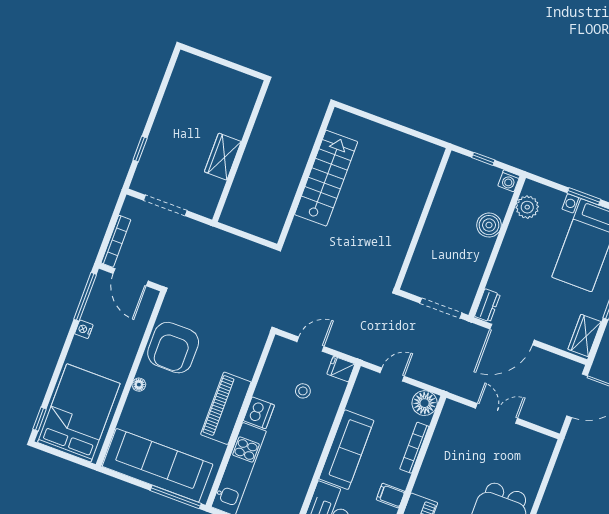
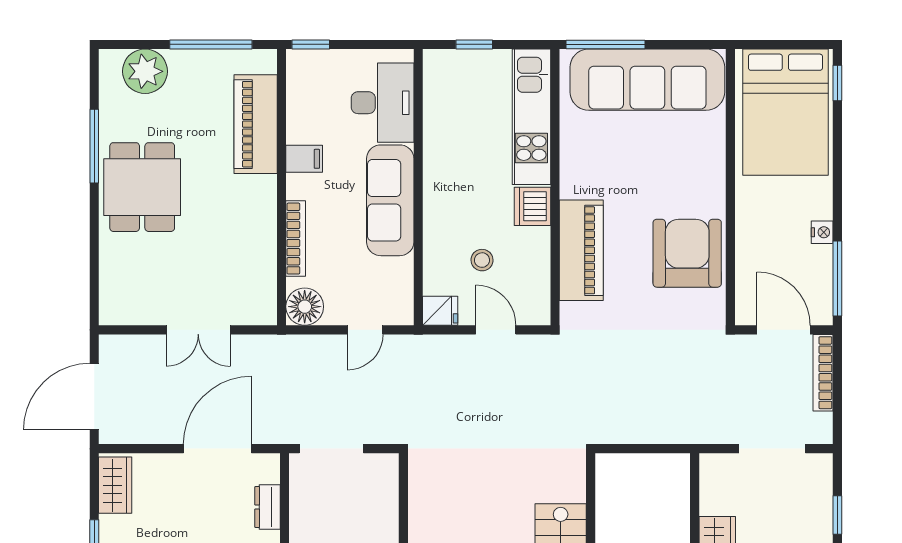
dresser: (487, 305) -> (267, 507), moved
door: (310, 344) -> (496, 330), swing flipped
floor lamp: (139, 385) -> (716, 183), removed
piano: (226, 408) -> (581, 250), moved

